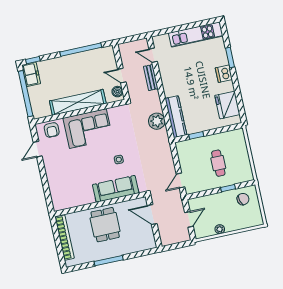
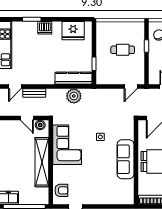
door: (122, 76) -> (27, 118), hinge flipped
corner sofa: (88, 129) -> (67, 145), moved
door: (180, 180) -> (131, 86), hinge flipped
sofa: (116, 189) -> (126, 159), moved

